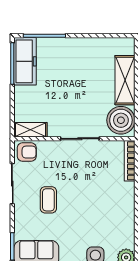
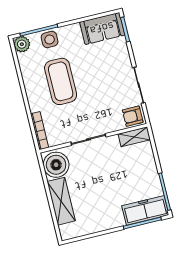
freezer: (25, 61) -> (145, 210), moved, turned 90
coffee table: (48, 200) -> (61, 81), moved, width x1.86, depth x1.72

